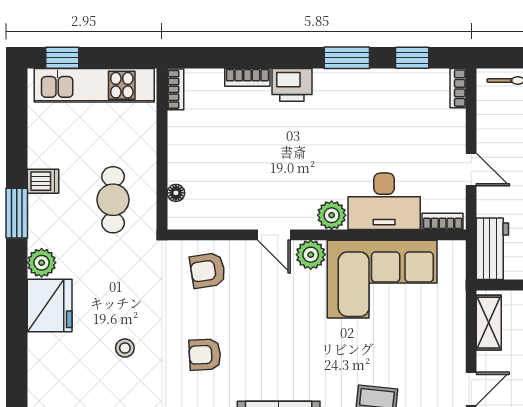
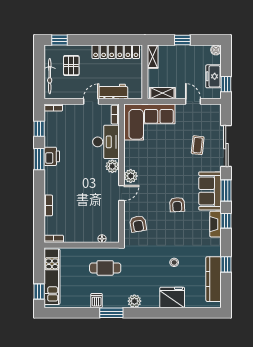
printer: (292, 85) -> (52, 156), moved
workbench: (492, 249) -> (113, 91), moved
corner sofa: (382, 279) -> (149, 122), moved, turned 90
fridge: (50, 306) -> (172, 297), moved
armchair: (205, 355) -> (177, 205), moved

